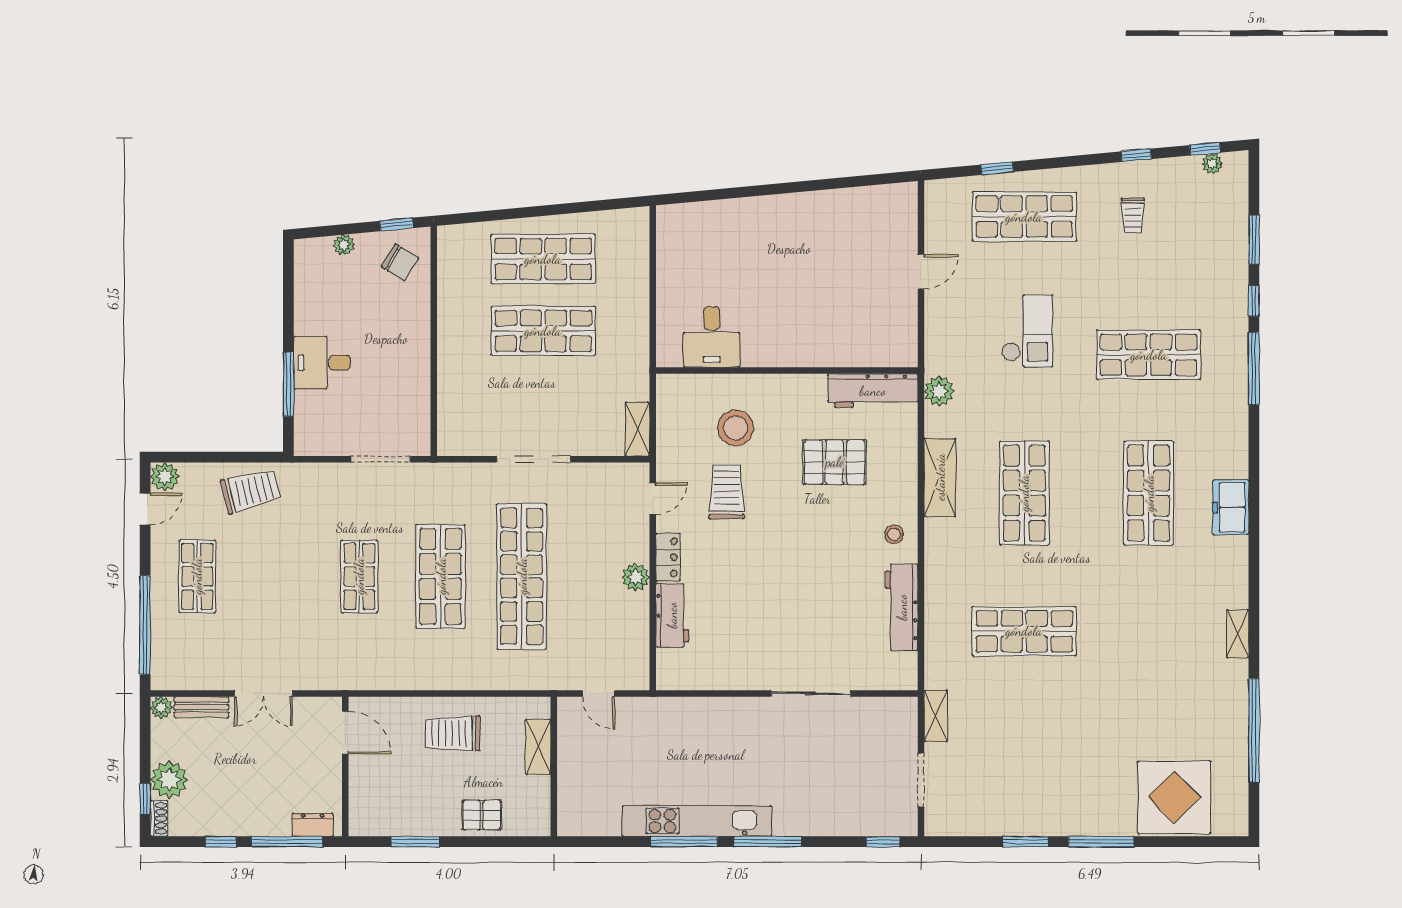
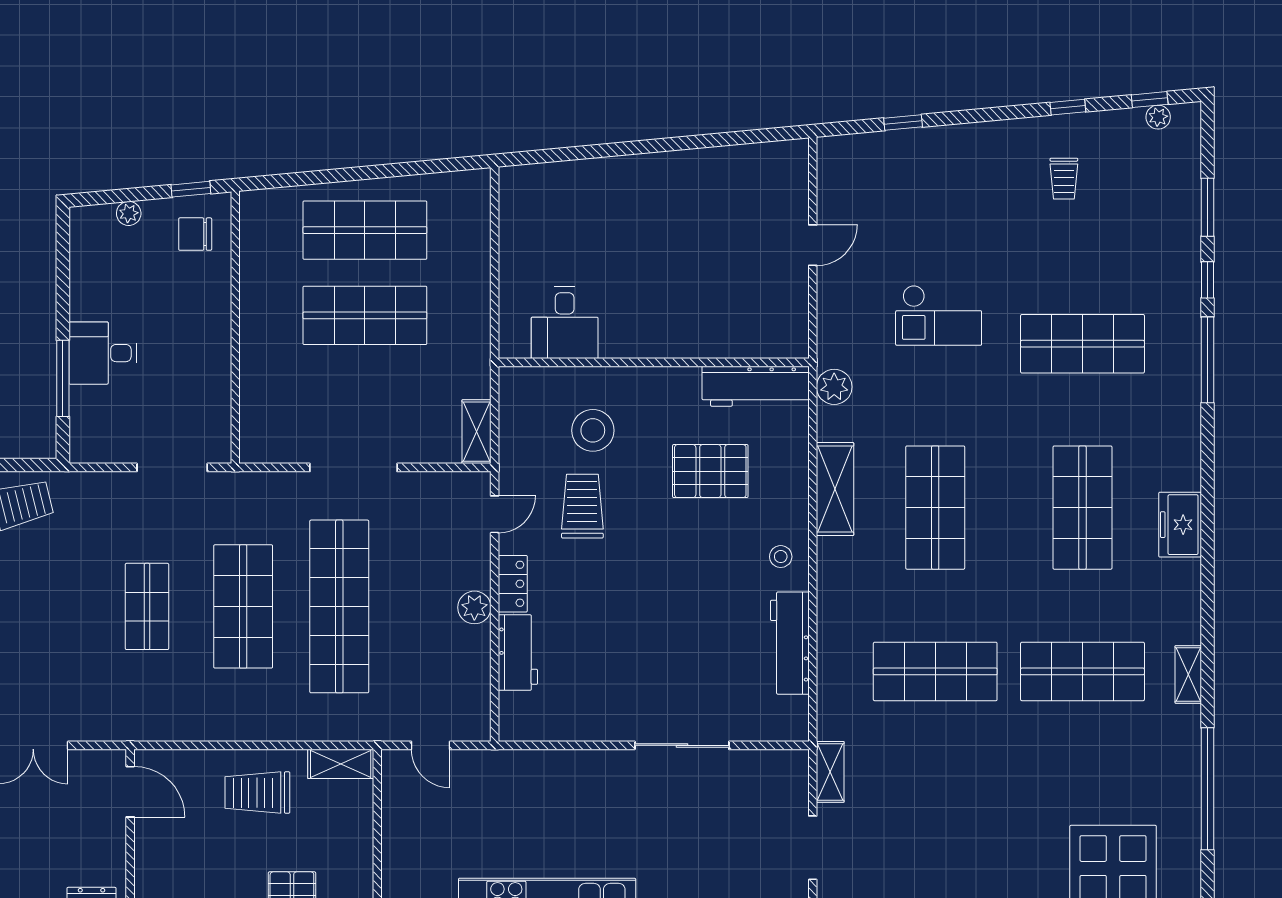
shop shelf: (1024, 217) -> (1082, 671), moved
chair: (400, 262) -> (195, 234), turned 149
checkout: (1027, 331) -> (939, 315), turned 90
shelving: (538, 747) -> (341, 764), moved, turned 90

